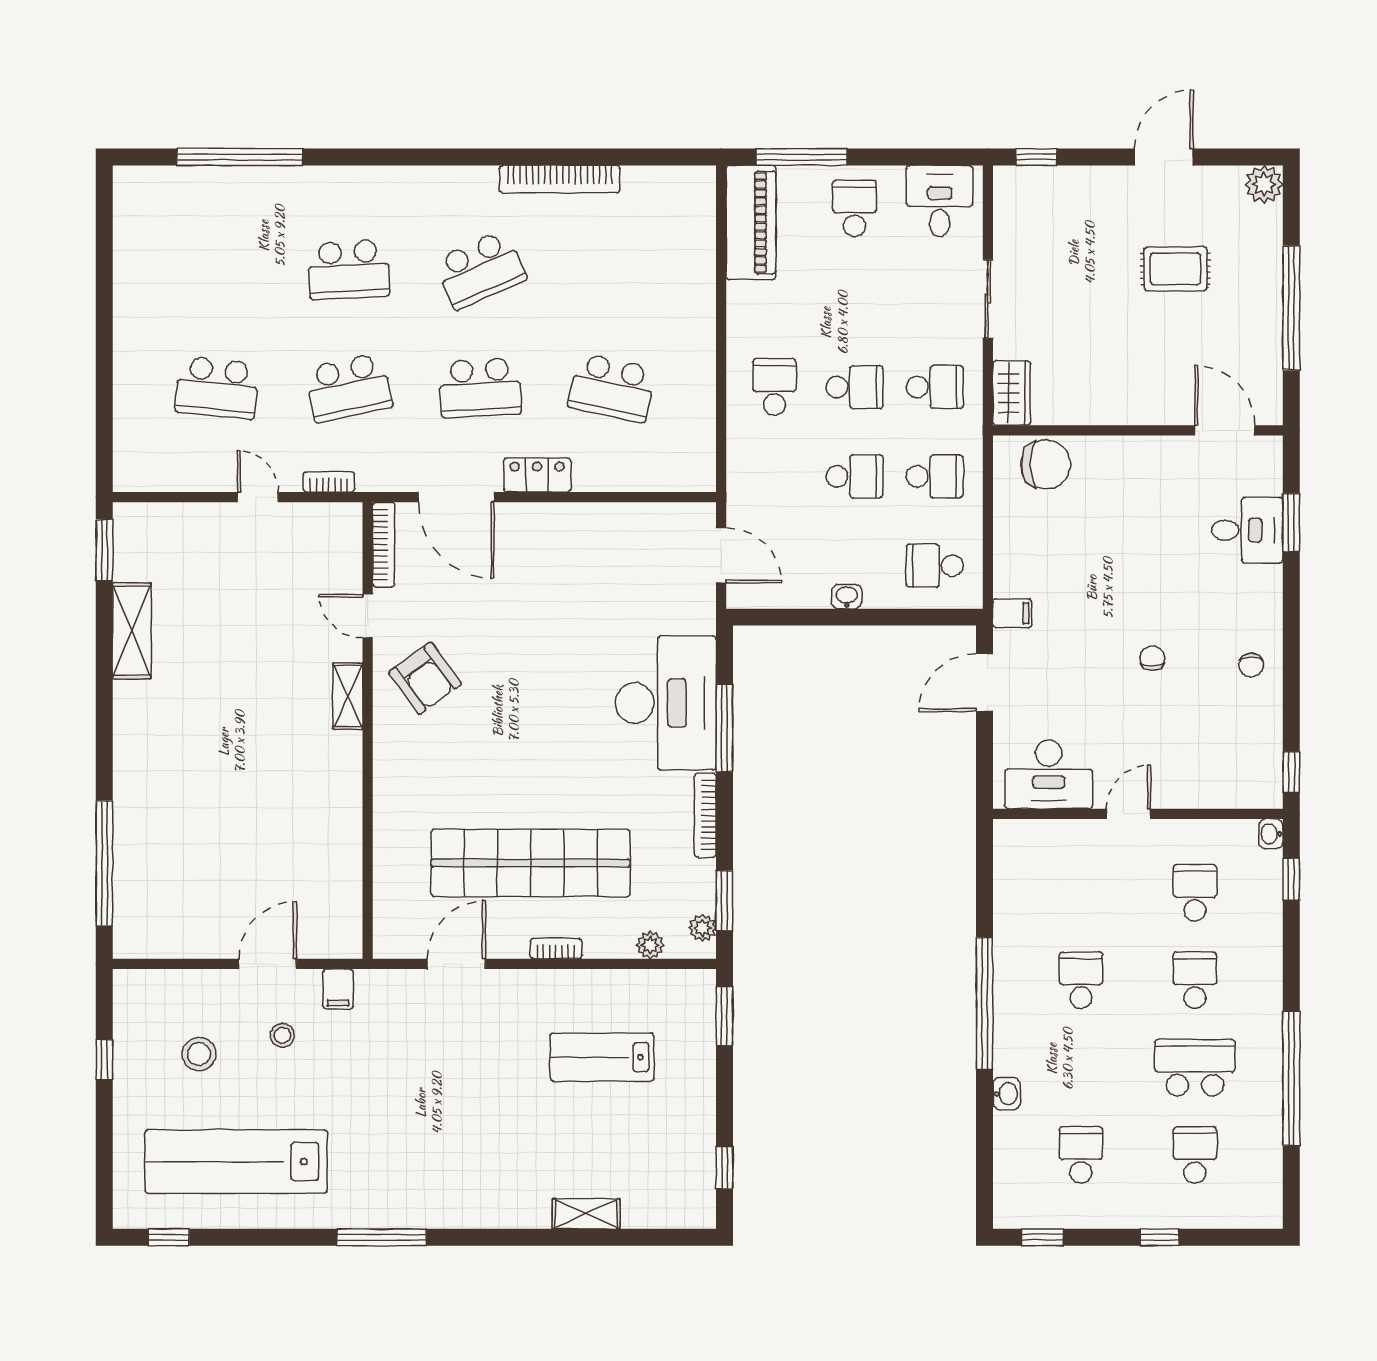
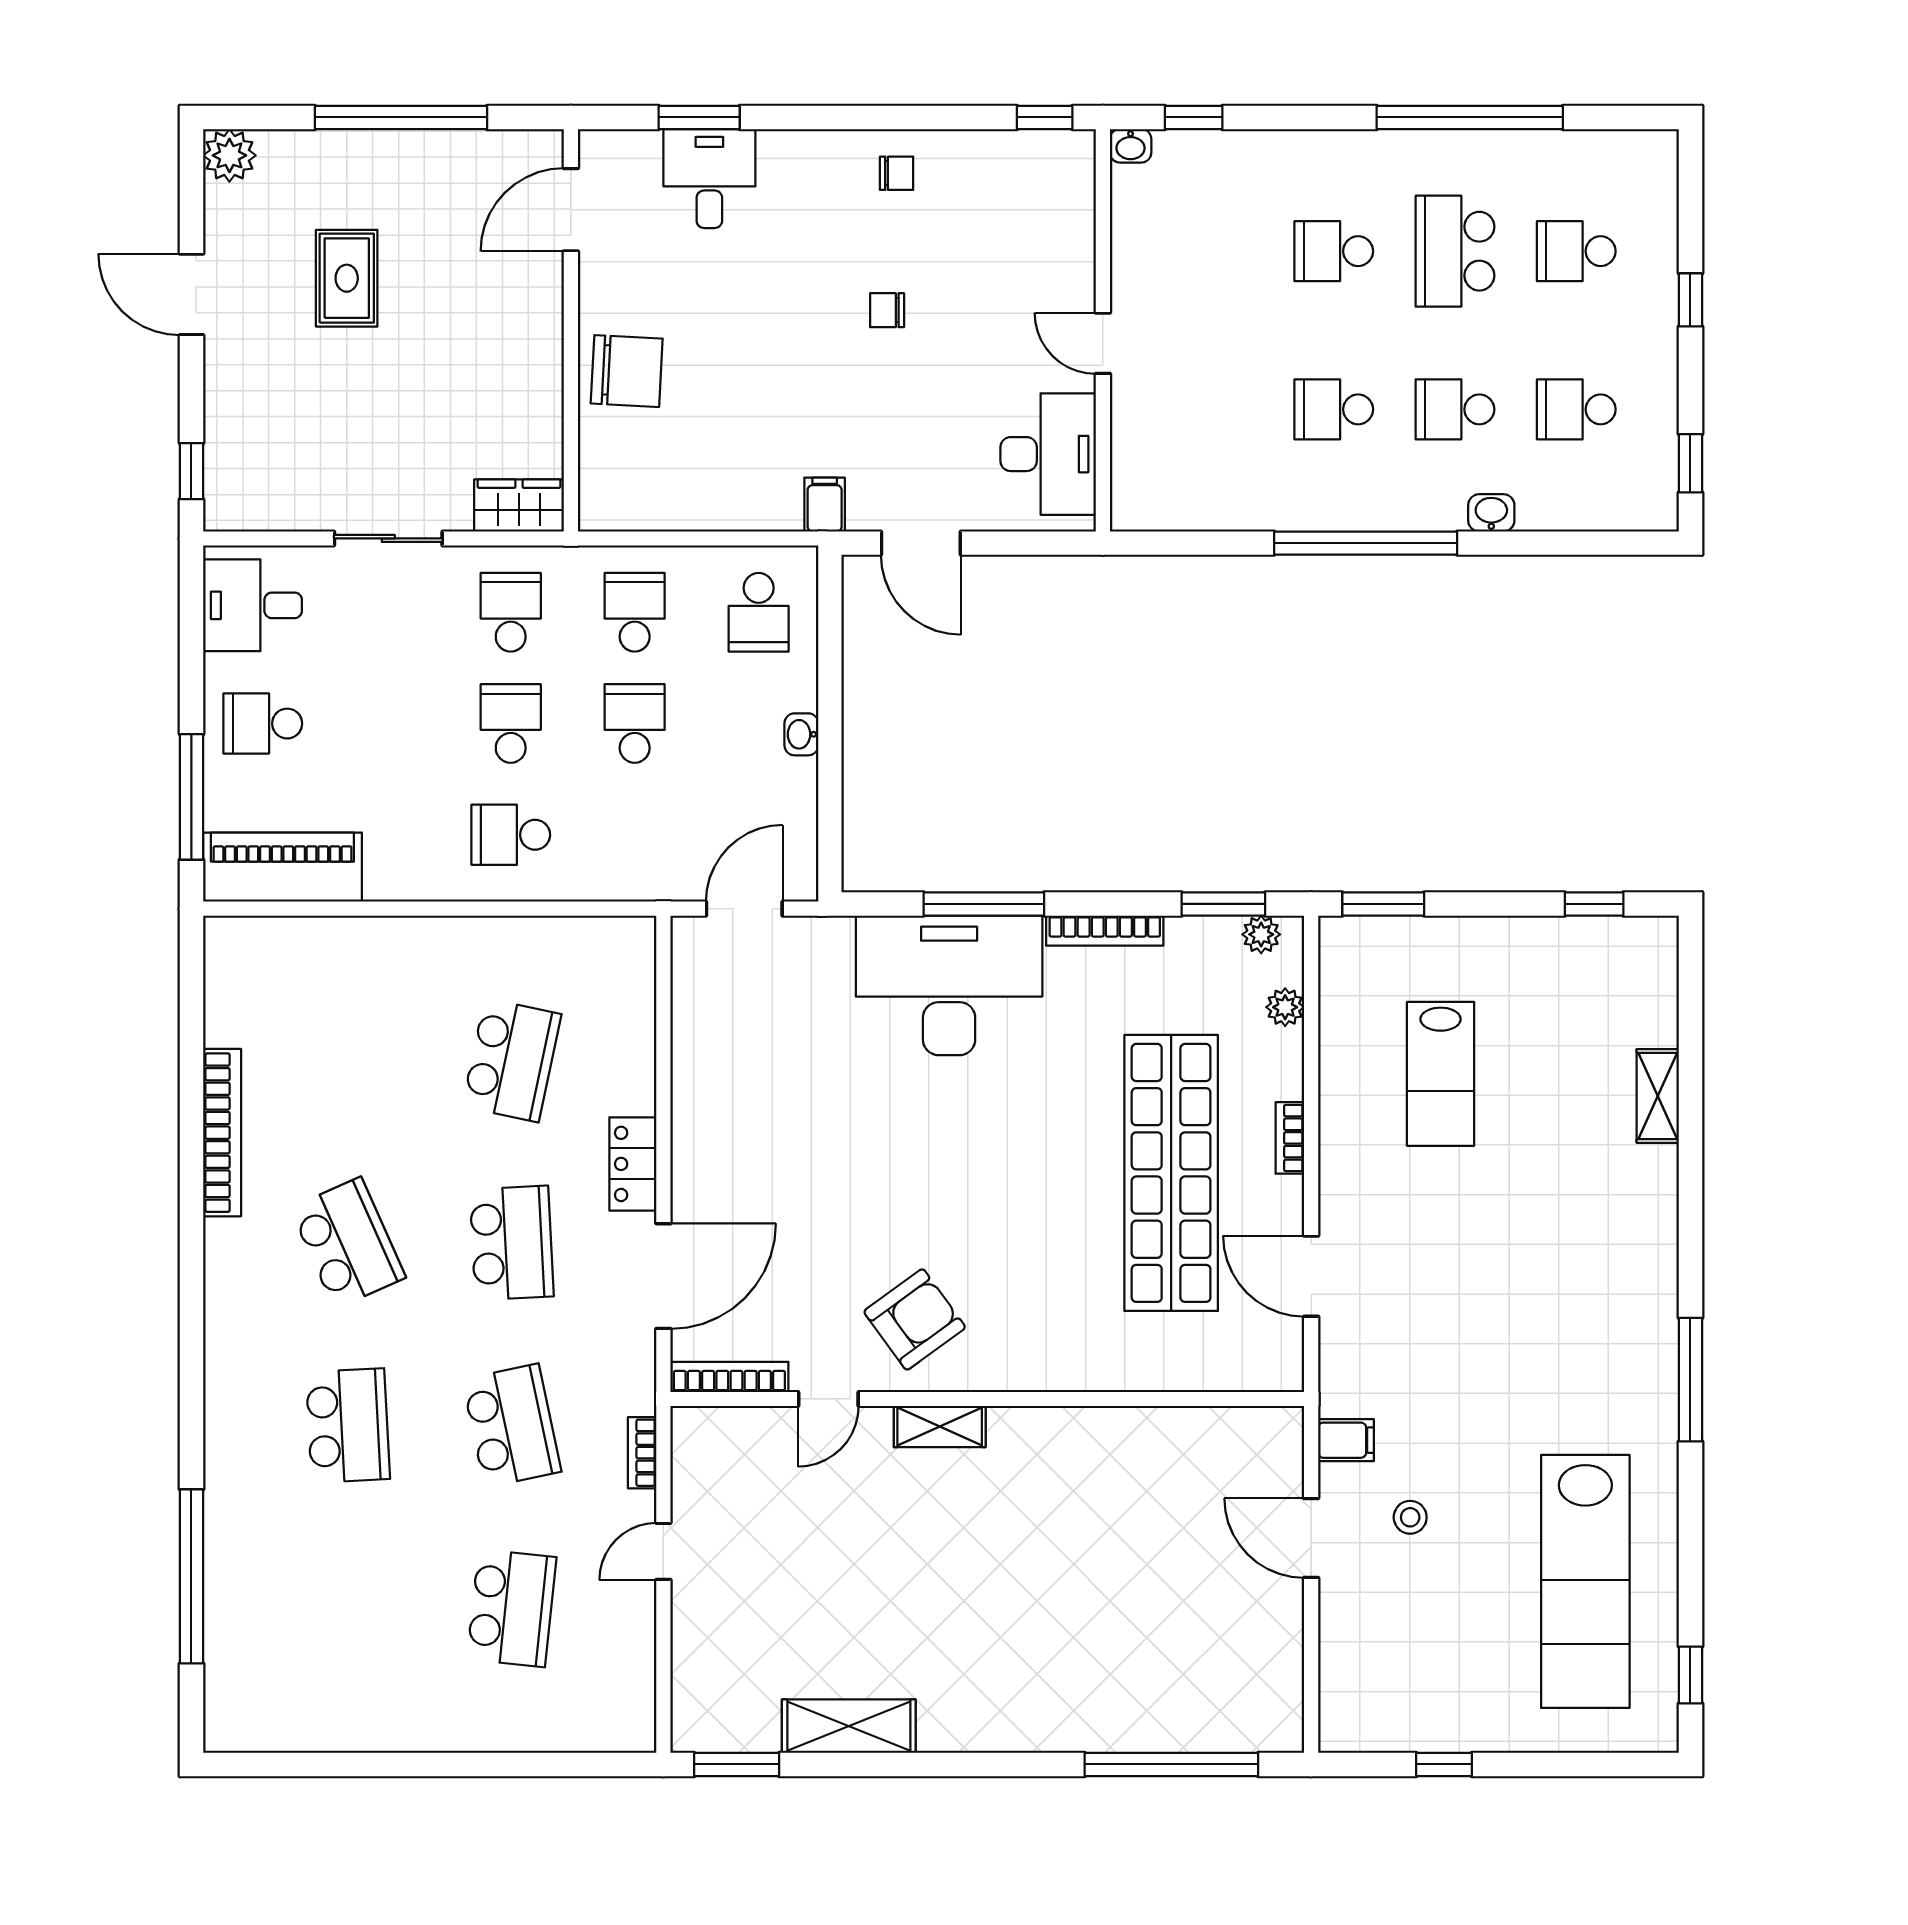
chair: (1046, 465) -> (627, 371), moved, turned 93
school desk: (1195, 893) -> (1455, 409), moved
stool: (199, 1054) -> (1436, 1633), removed

